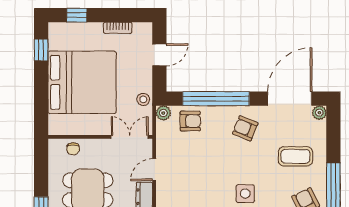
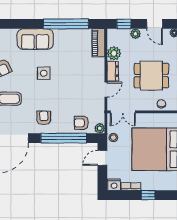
window: (77, 15) -> (148, 195), moved
nightstand: (142, 30) -> (114, 185), added
door: (159, 55) -> (102, 158), moved
armchair: (245, 128) -> (44, 118), turned -112

